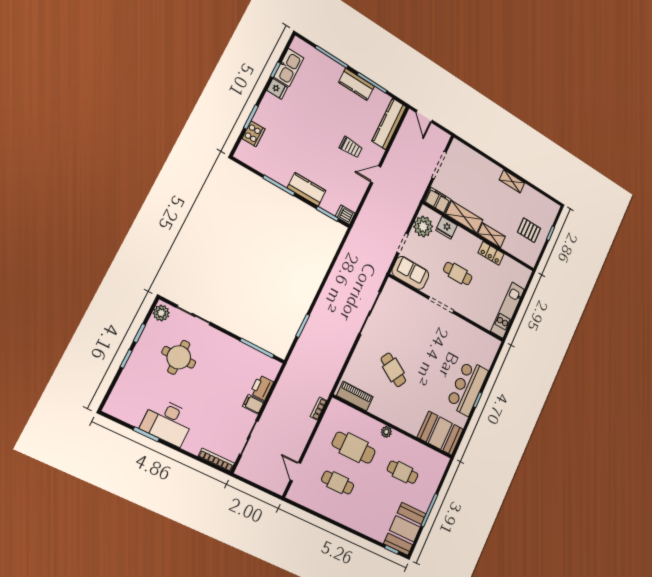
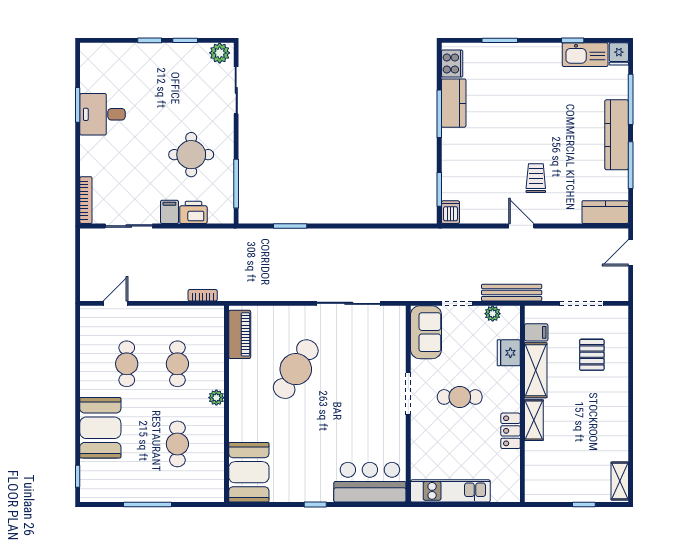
kitchen counter: (356, 84) -> (617, 135), width x1.50
fridge: (277, 89) -> (619, 54), moved
kitchen counter: (389, 124) -> (605, 212), width x0.67
cooker: (254, 134) -> (452, 64), moved, turned -90
trolley: (351, 147) -> (536, 178), turned 180
shelving: (512, 181) -> (620, 481), moved
kitchen counter: (306, 189) -> (454, 103), moved
filing cabinet: (438, 200) -> (536, 332), width x0.50
bench: (412, 205) -> (512, 293), added
plant: (423, 227) -> (493, 314), width x0.53, depth x0.53
pallet: (529, 230) -> (592, 355), moved
cafe table: (458, 273) -> (460, 397), turned 90
round table: (179, 357) -> (191, 155), moved
cafe table: (393, 370) -> (296, 369), width x1.37, depth x1.35
bar counter: (467, 388) -> (370, 482), moved
desk: (168, 422) -> (102, 114), width x0.73
cafe table: (354, 448) -> (177, 364), width x0.73, depth x0.74
booth: (405, 529) -> (100, 428), moved, turned 90

